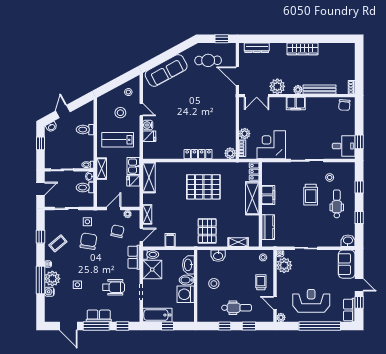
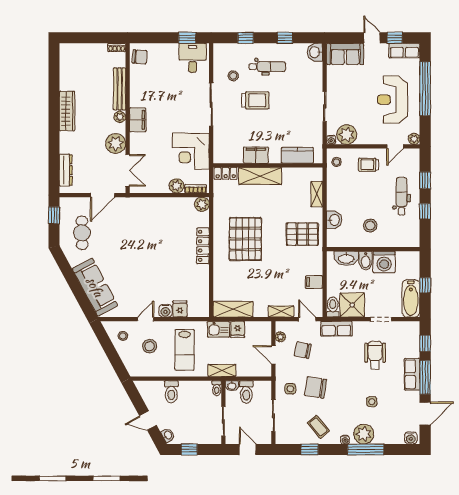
dental chair: (337, 204) -> (267, 67), turned 180
door: (359, 285) -> (372, 38), hinge flipped
water cooler: (49, 292) -> (411, 438), moved

